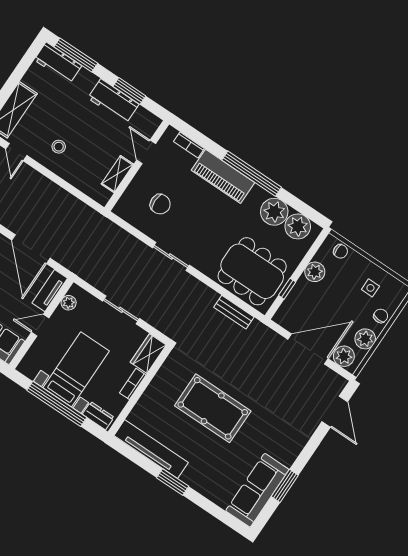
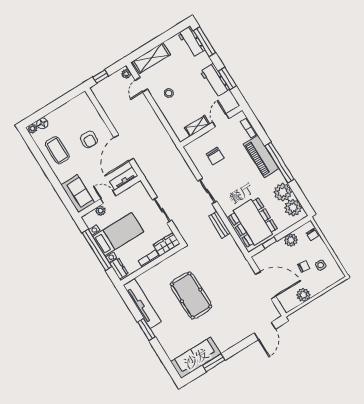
plant: (69, 303) -> (101, 211), moved
bench: (234, 312) -> (219, 225), moved
chair: (381, 316) -> (304, 266), moved
plant: (344, 356) -> (286, 300), removed

